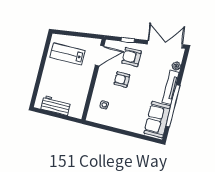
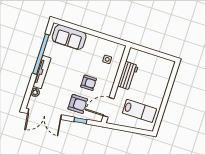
workbench: (56, 105) -> (128, 76), moved, turned -90
sofa: (157, 120) -> (69, 37), moved, turned 90

